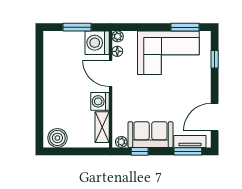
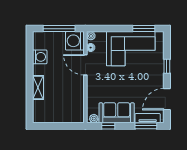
window: (77, 27) -> (59, 29), width x1.44
window: (215, 59) -> (167, 66), moved
washing machine: (100, 101) -> (40, 57), moved, turned 180
shelving: (102, 127) -> (38, 87), moved
boiler: (57, 138) -> (44, 115), removed

